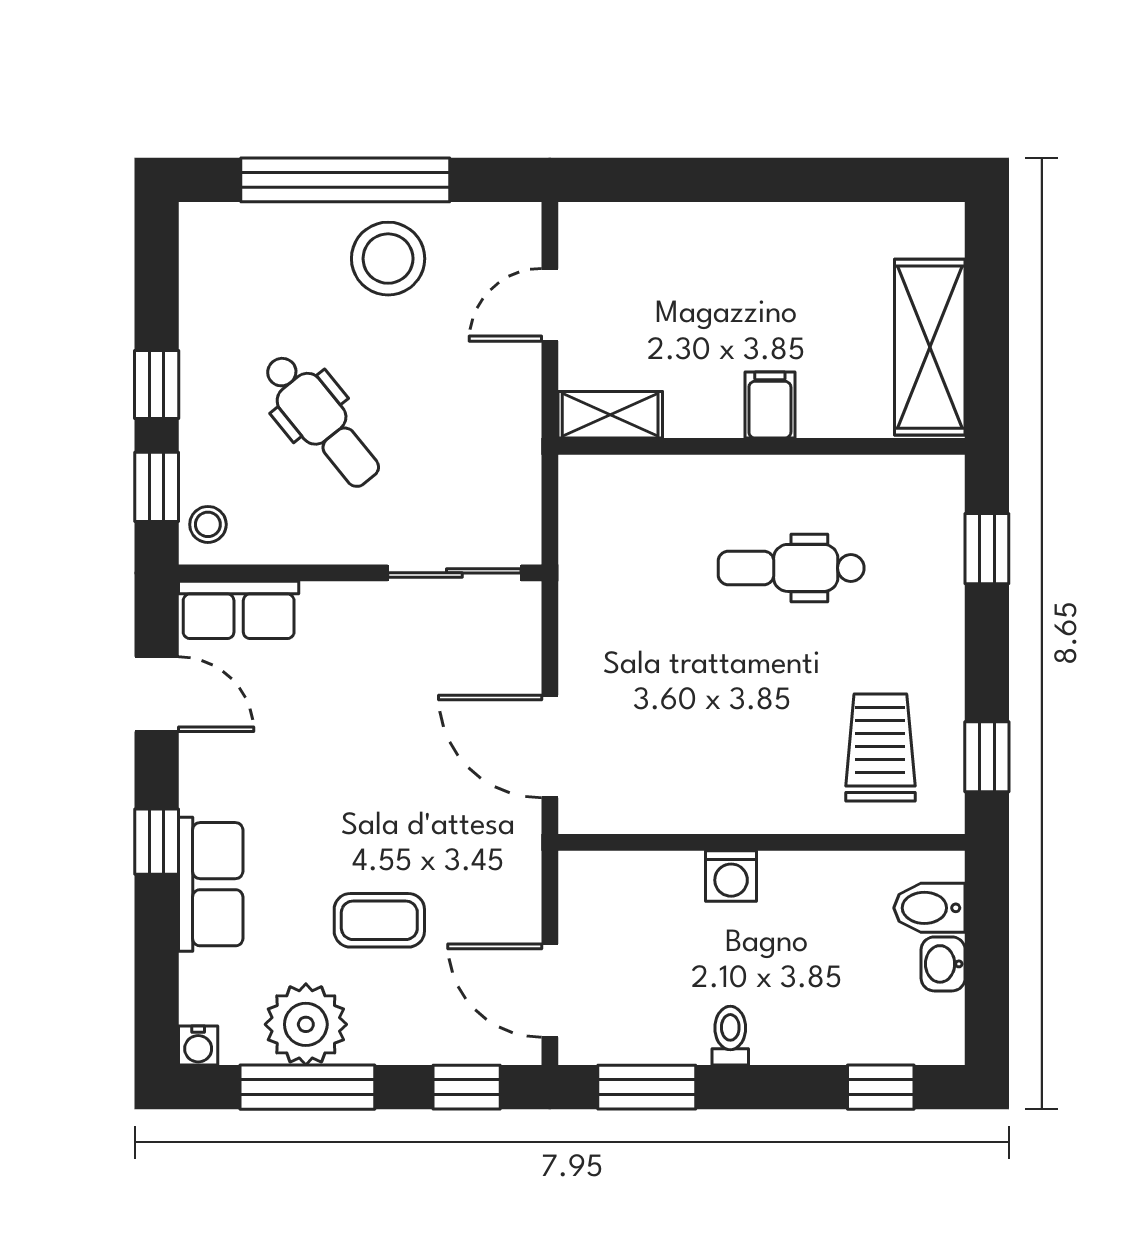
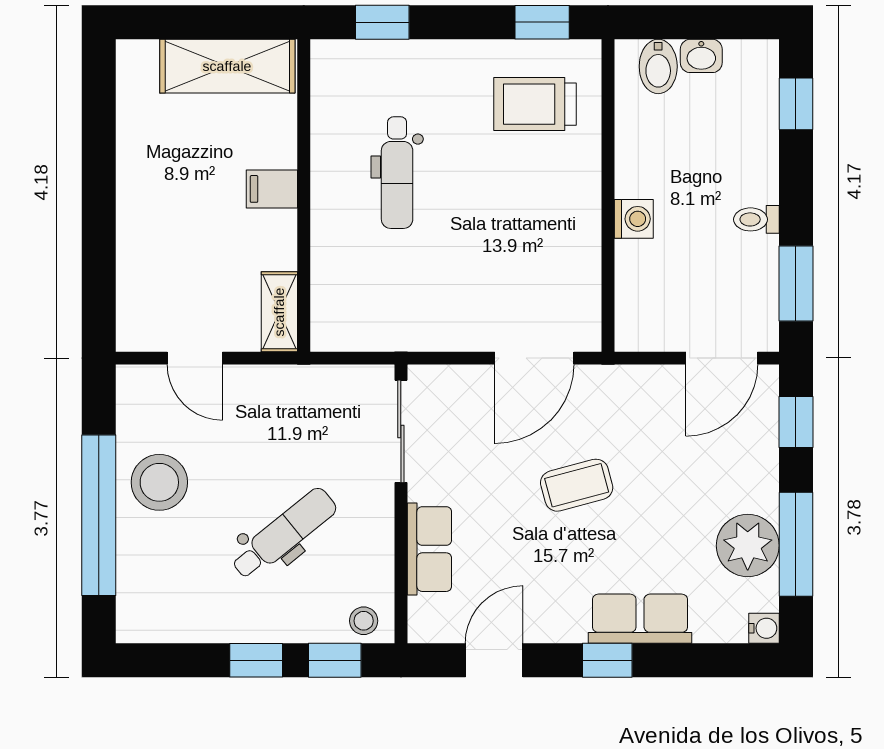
row of seats: (239, 610) -> (429, 549), moved
coffee table: (379, 920) -> (577, 485), moved, turned 75

